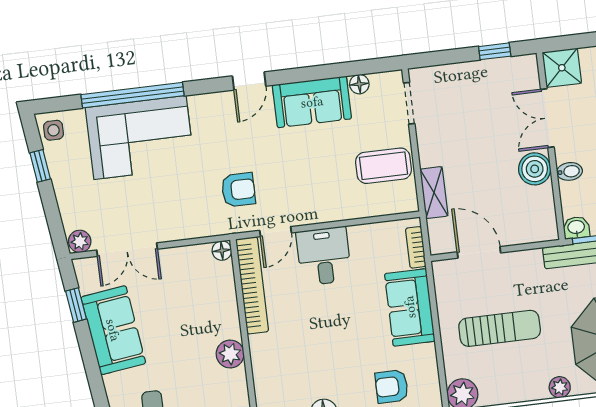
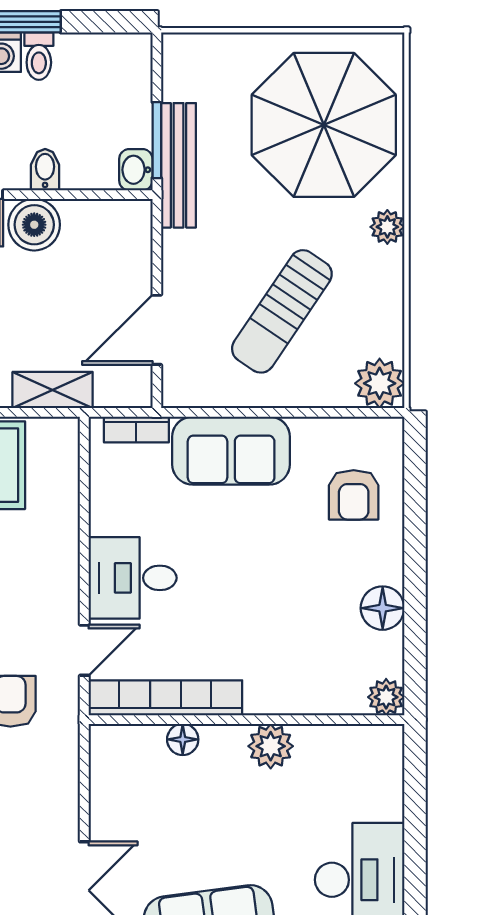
door: (276, 232) -> (84, 650), hinge flipped
floor lamp: (222, 251) -> (183, 739), moved
sun lounger: (500, 328) -> (282, 311), turned -146

